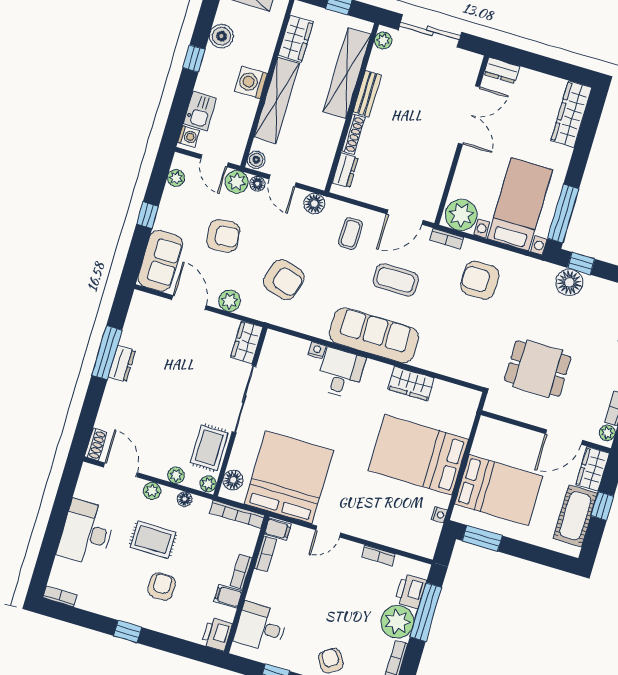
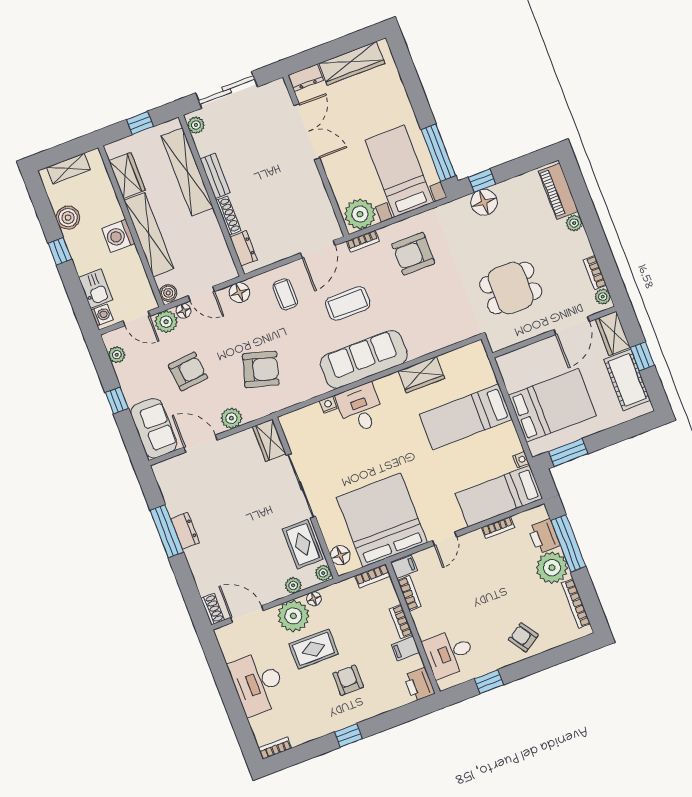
wardrobe: (571, 114) -> (352, 63), moved, turned -90
bed: (418, 455) -> (466, 417), width x0.67
plant: (152, 491) -> (293, 616), width x1.87, depth x1.87
bookcase: (237, 514) -> (373, 576), width x0.64
bed: (399, 531) -> (499, 496), added

